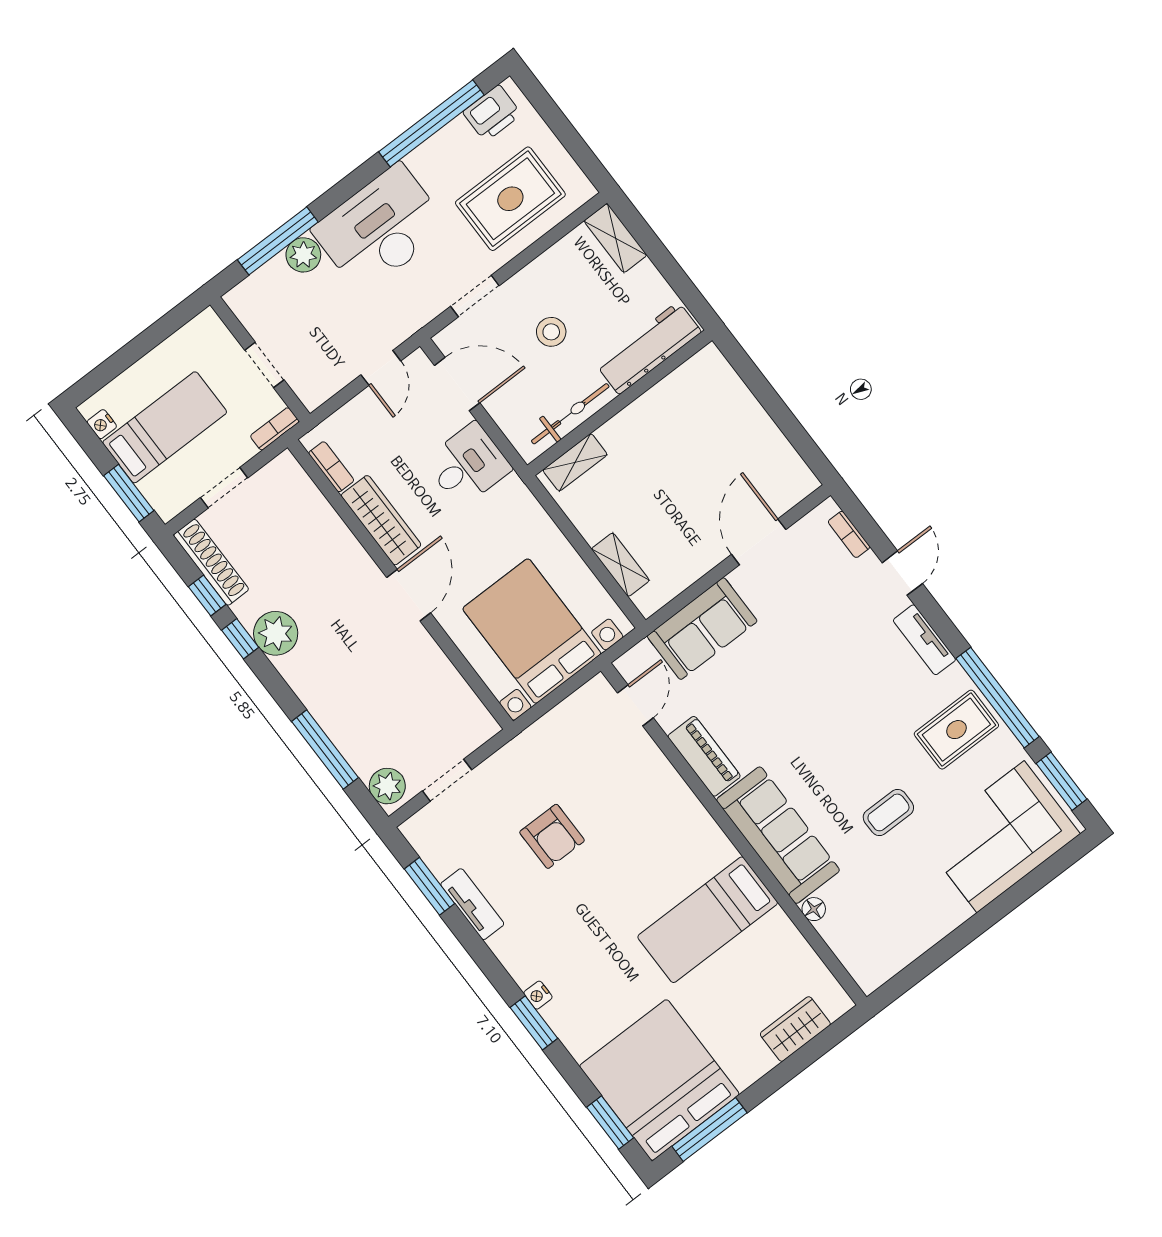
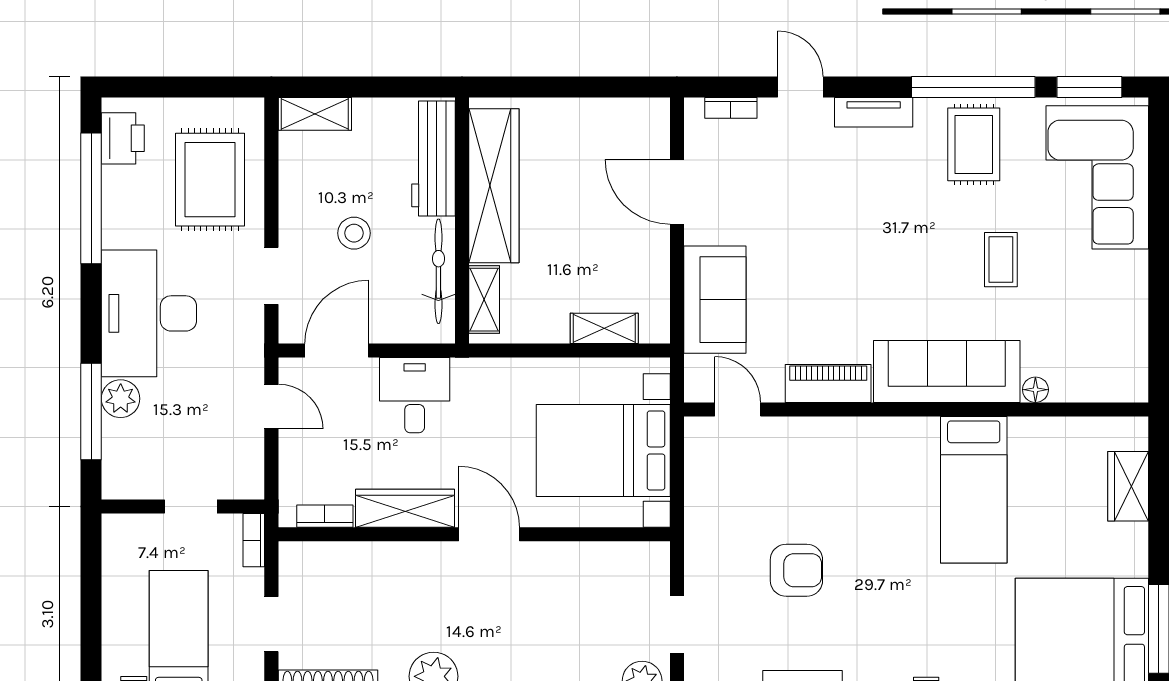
wardrobe: (662, 407) -> (494, 186), added

